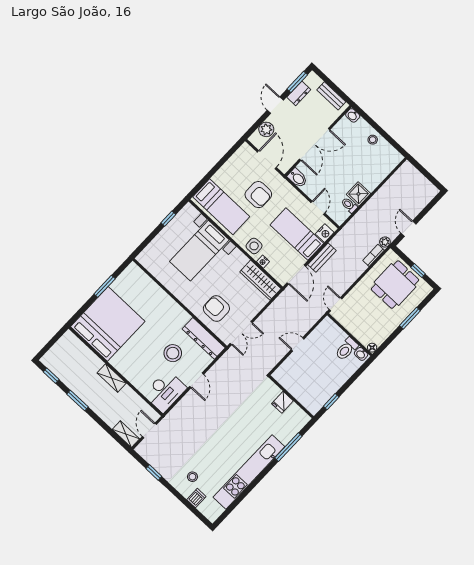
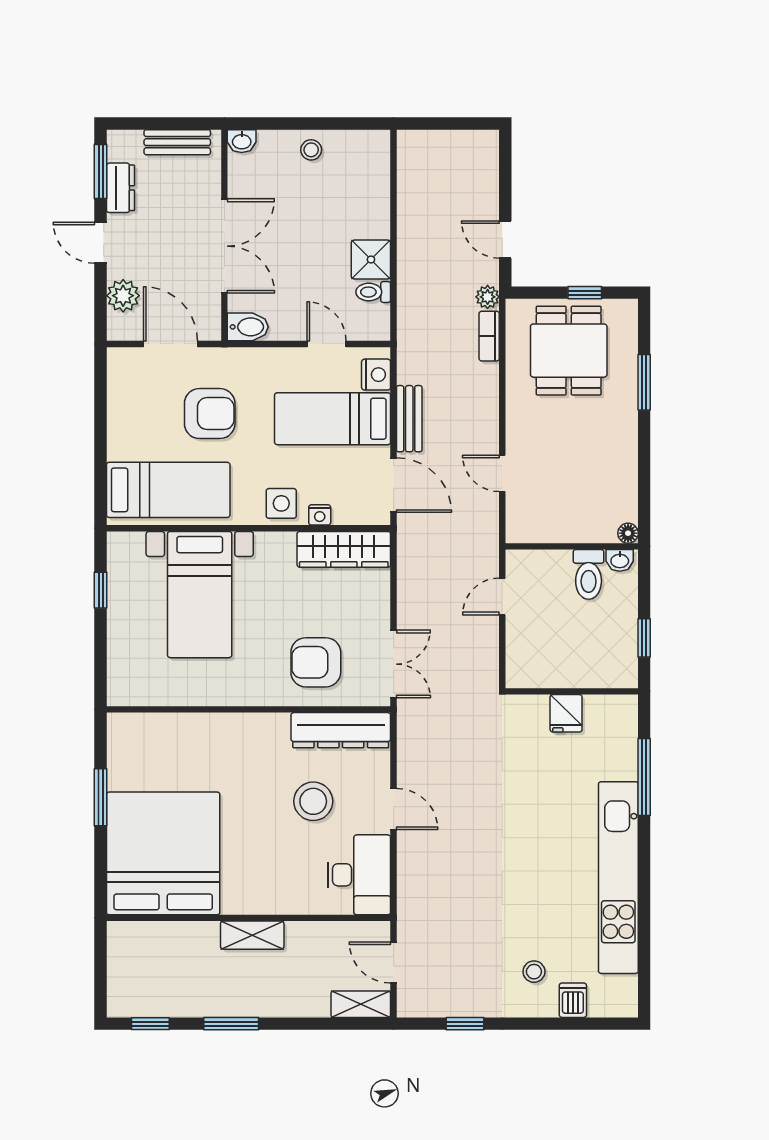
wall: (350, 335) -> (572, 546), moved
floor lamp: (372, 348) -> (628, 533), moved
toilet: (347, 349) -> (589, 574), moved
washbasin: (361, 354) -> (620, 560), moved

